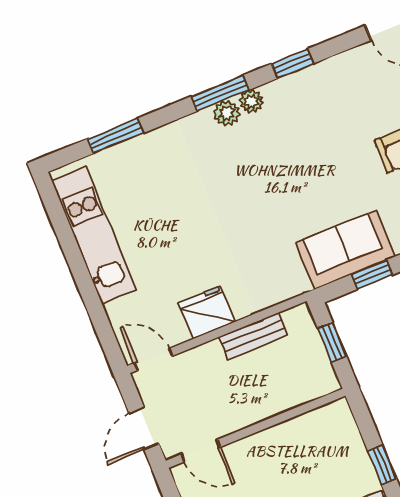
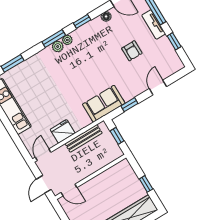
floor lamp: (350, 61) -> (106, 16), added
sofa: (345, 250) -> (104, 104), moved
bench: (253, 336) -> (84, 138), width x1.36
door: (153, 359) -> (43, 155), hinge flipped

